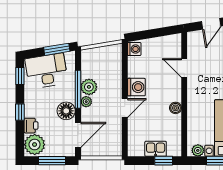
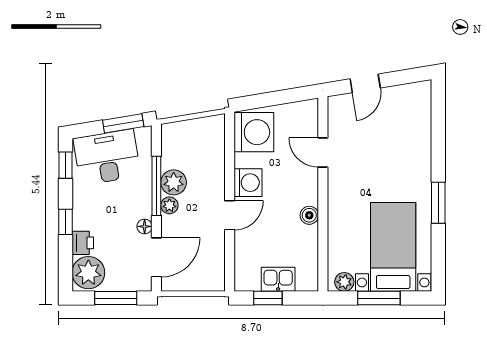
washing machine: (134, 49) -> (254, 132), width x1.89, depth x1.89
floor lamp: (66, 111) -> (145, 226), width x0.53, depth x0.53
window: (164, 161) -> (268, 298), moved

